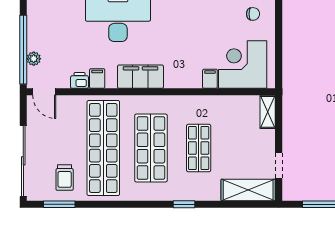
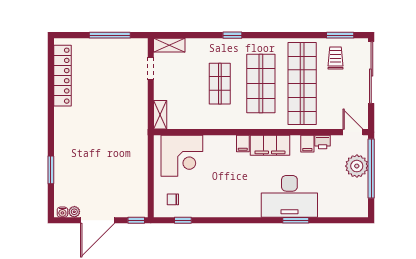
plant: (34, 59) -> (357, 166), width x1.88, depth x1.88
filing cabinet: (210, 79) -> (243, 143), moved
shelving: (248, 190) -> (169, 45), width x0.67, depth x0.75

